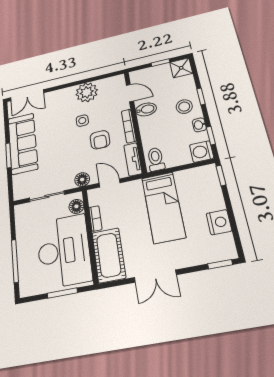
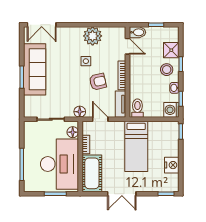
shower: (181, 68) -> (171, 50), moved
bidet: (146, 109) -> (137, 32), moved
armchair: (100, 140) -> (98, 82), turned -103

